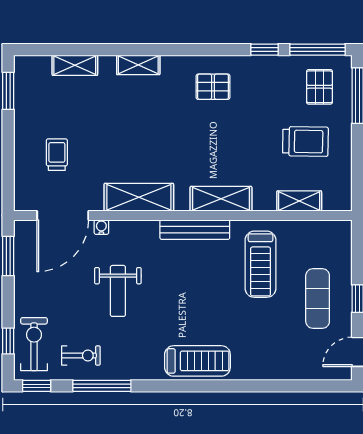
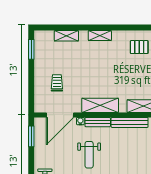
bench: (134, 229) -> (98, 122), added

